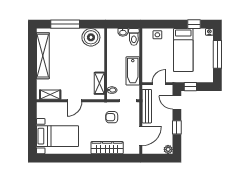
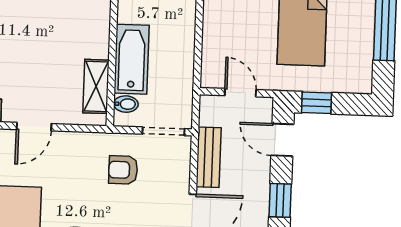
bathtub: (133, 71) -> (132, 59), moved, turned 180
door: (159, 84) -> (240, 93), hinge flipped
bench: (147, 106) -> (209, 157), width x0.73

